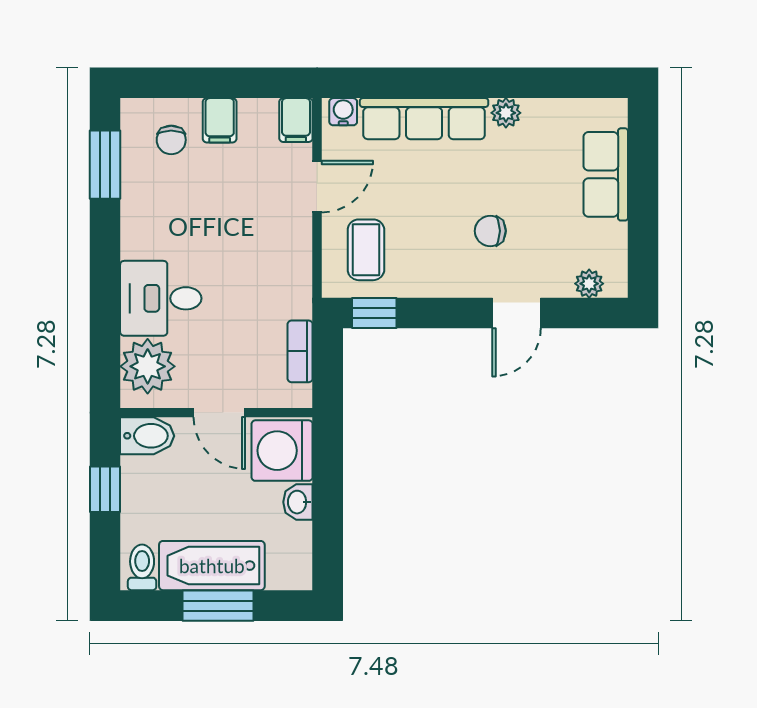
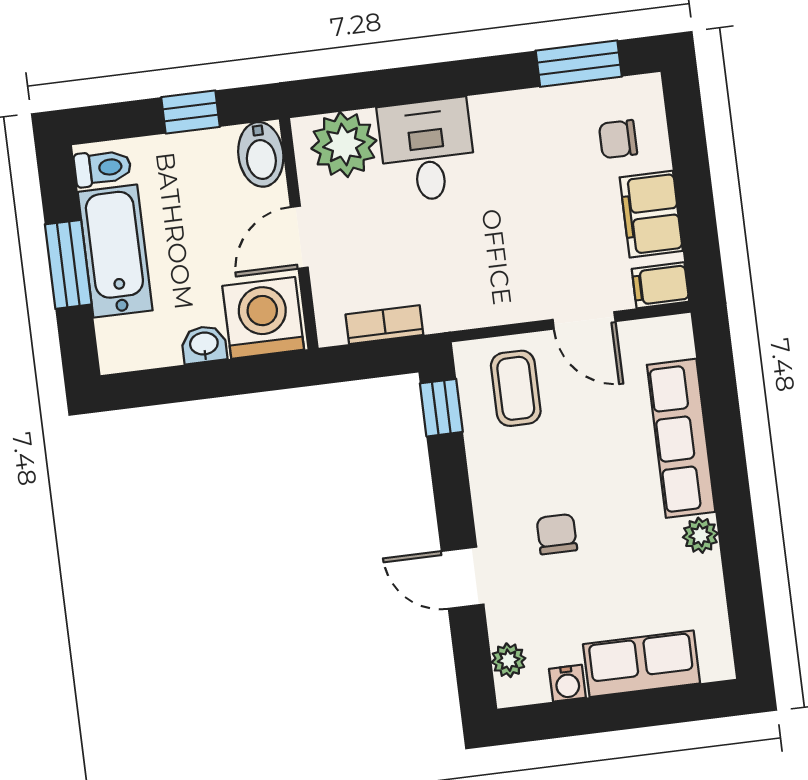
water cooler: (343, 112) -> (567, 683), moved, turned 90
filing cabinet: (220, 120) -> (651, 214), width x2.00
coffee table: (366, 250) -> (516, 388), turned 90

